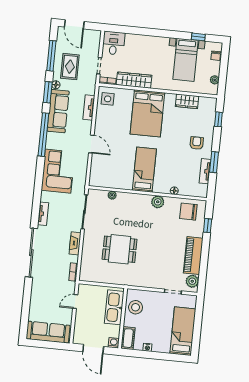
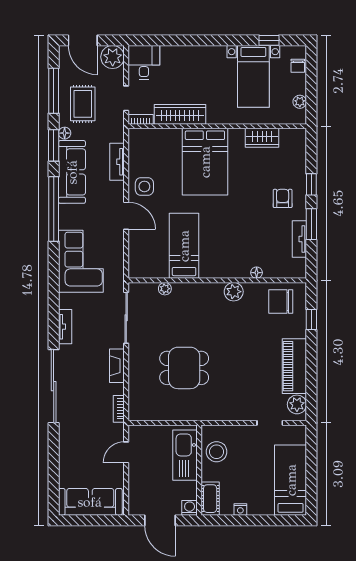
plant: (93, 37) -> (113, 57), added
side table: (108, 99) -> (144, 186), moved
window: (218, 119) -> (311, 184), moved
bed: (144, 170) -> (184, 246), moved

